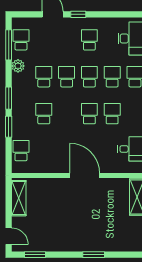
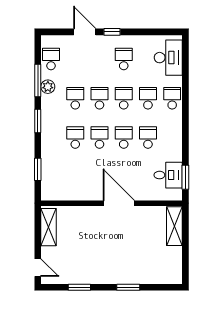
window: (9, 45) -> (38, 80), moved
window: (9, 127) -> (38, 169), moved
school desk: (21, 151) -> (99, 137), moved
window: (35, 255) -> (79, 287), moved

